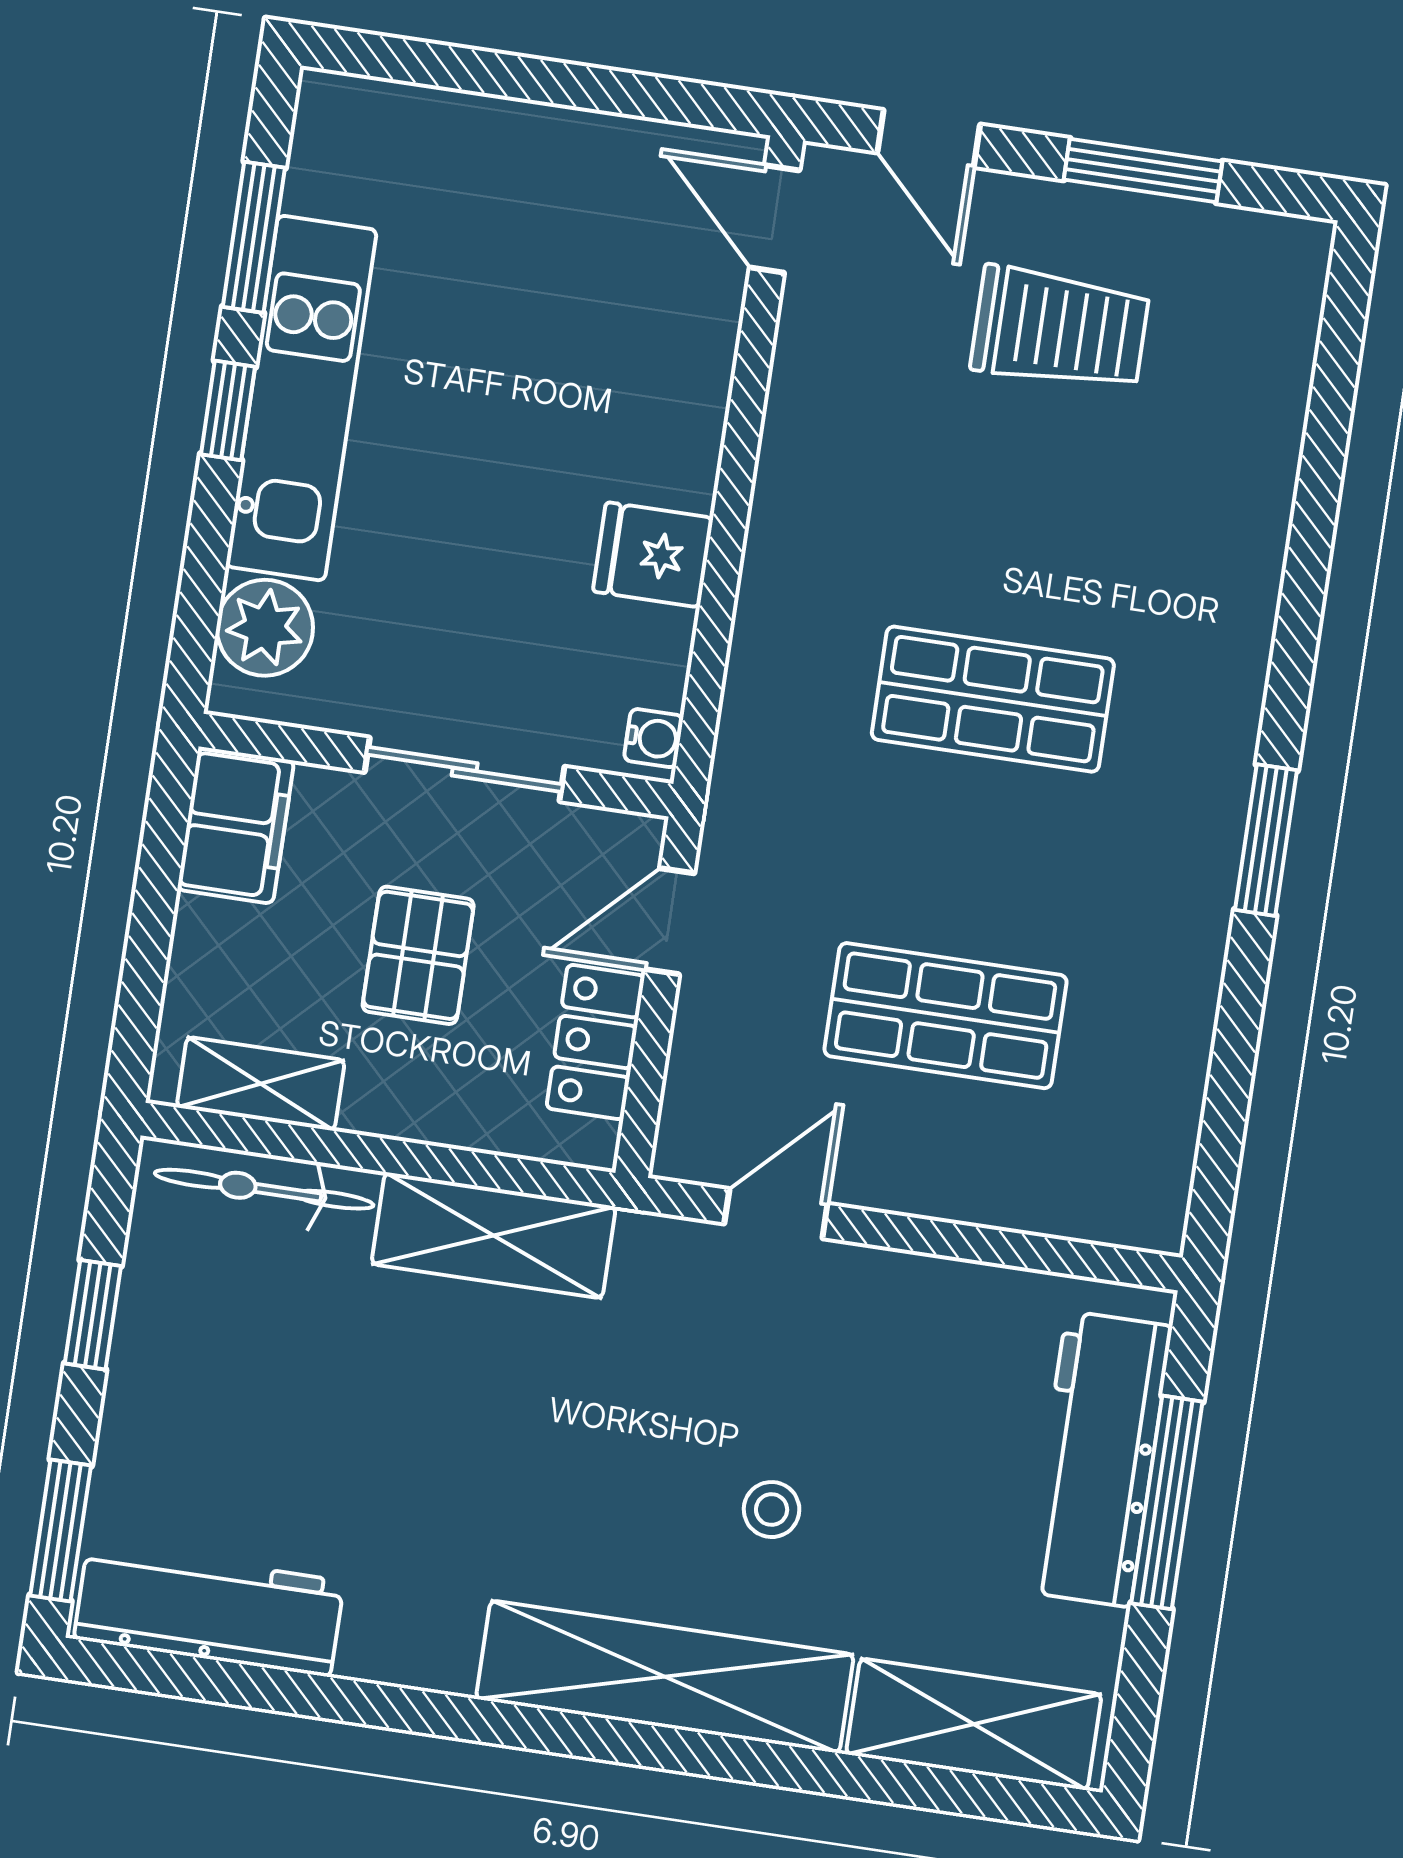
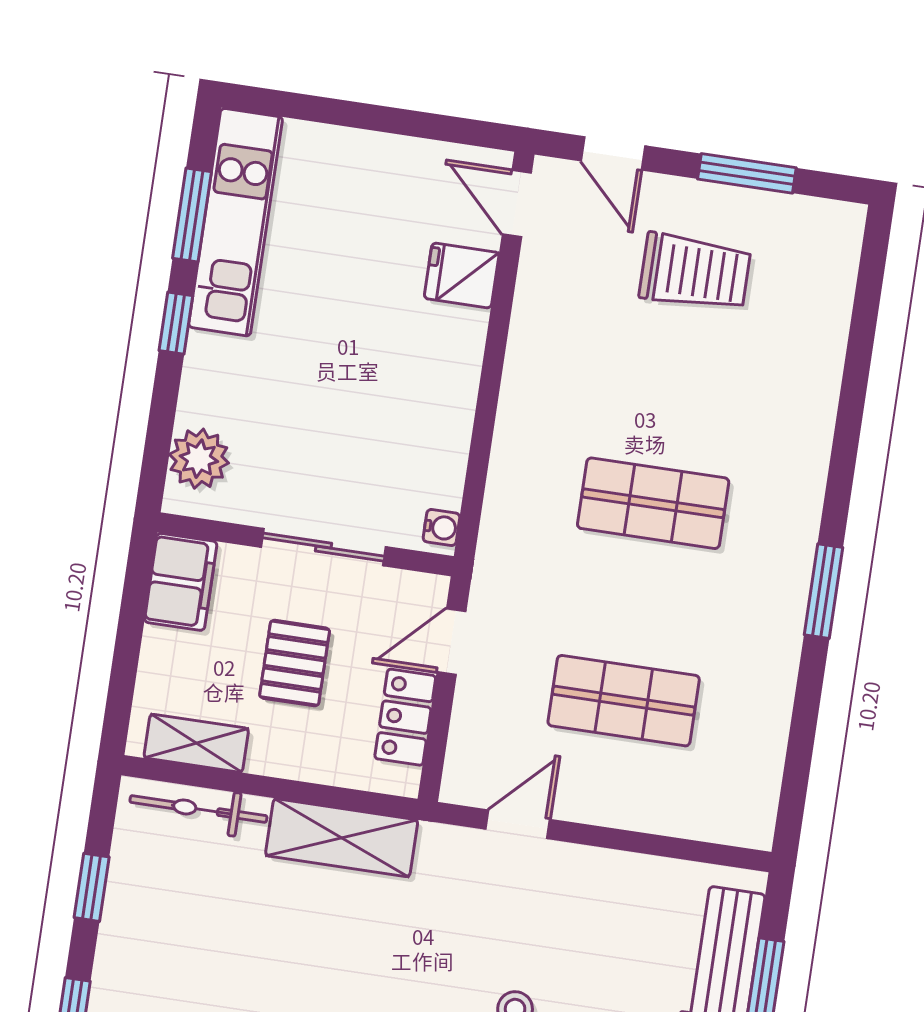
kitchen unit: (301, 398) -> (236, 222), moved
fridge: (653, 555) -> (462, 275), moved

